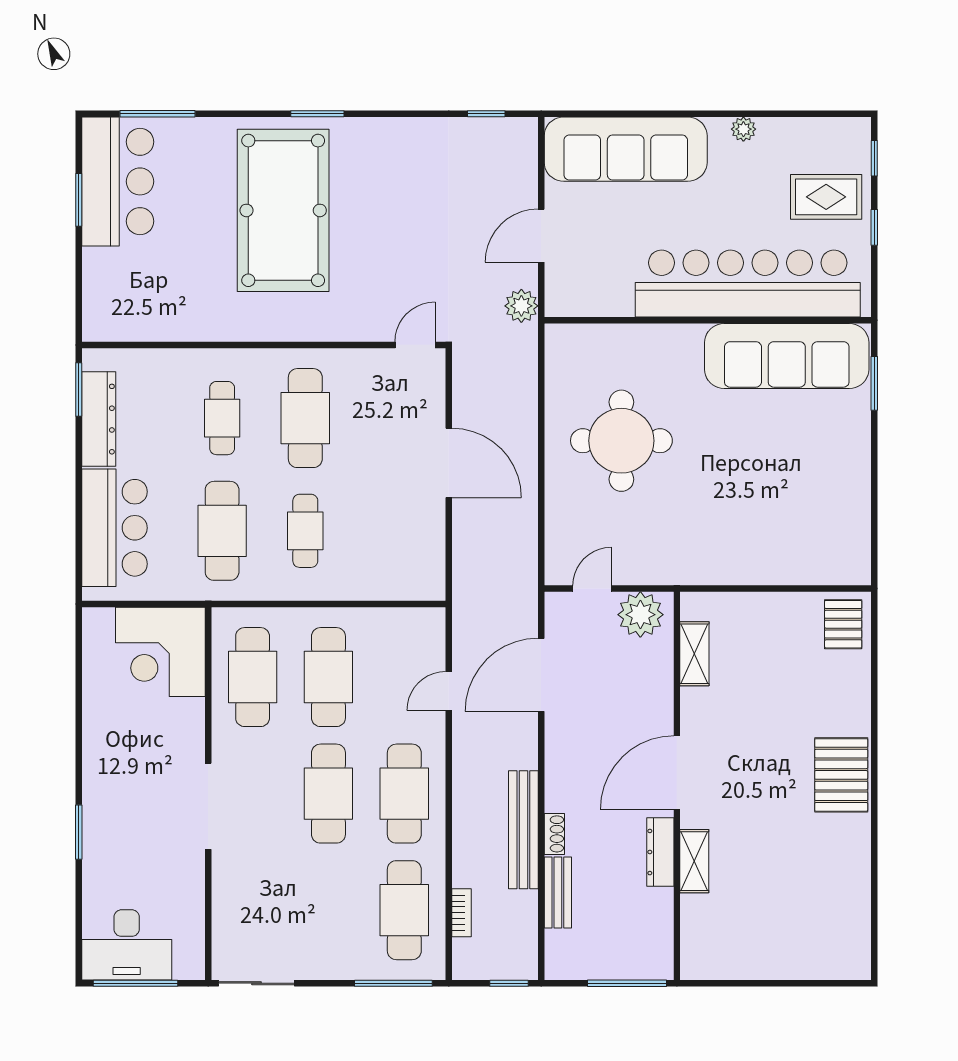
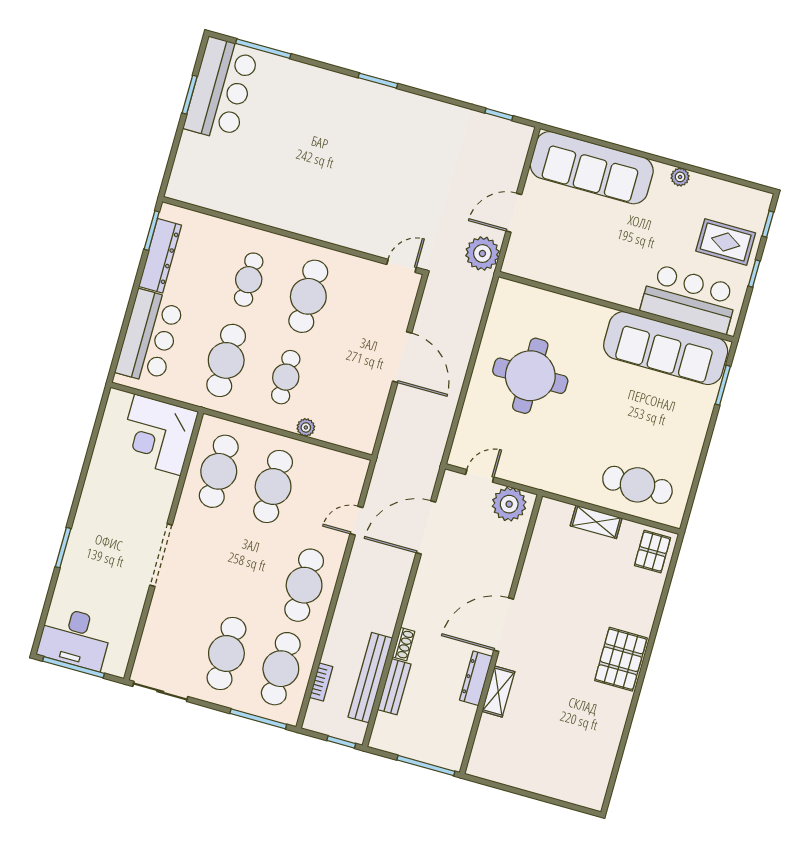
pool table: (283, 210) -> (334, 143), removed
bar counter: (748, 284) -> (689, 299), width x0.54
plant: (521, 306) -> (482, 254), width x1.36, depth x1.36
cafe table: (800, 543) -> (637, 485), added
plant: (349, 589) -> (306, 427), added
shelving: (694, 654) -> (596, 522), moved, turned 90
cafe table: (328, 794) -> (226, 654), moved
bench: (523, 830) -> (370, 678), moved

